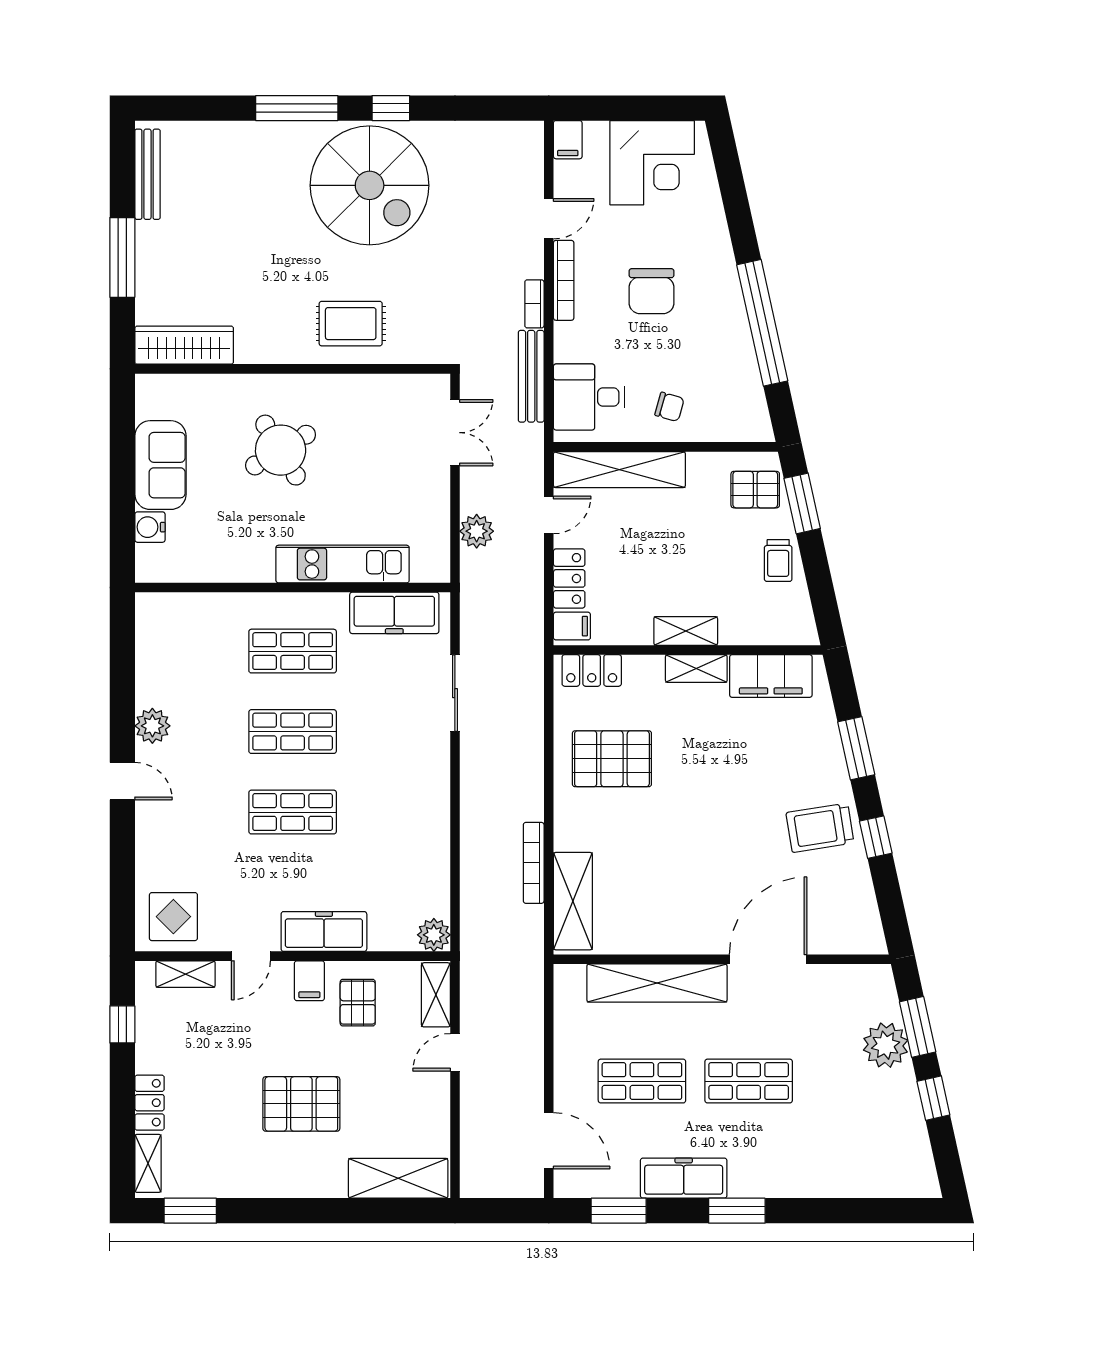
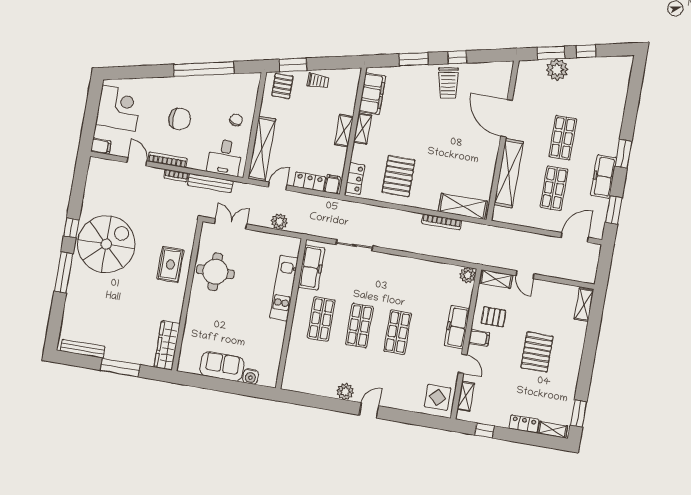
round table: (281, 450) -> (215, 272), moved, turned 31
door: (549, 515) -> (278, 186), hinge flipped
shelving: (398, 1178) -> (584, 305), width x0.67, depth x0.75

